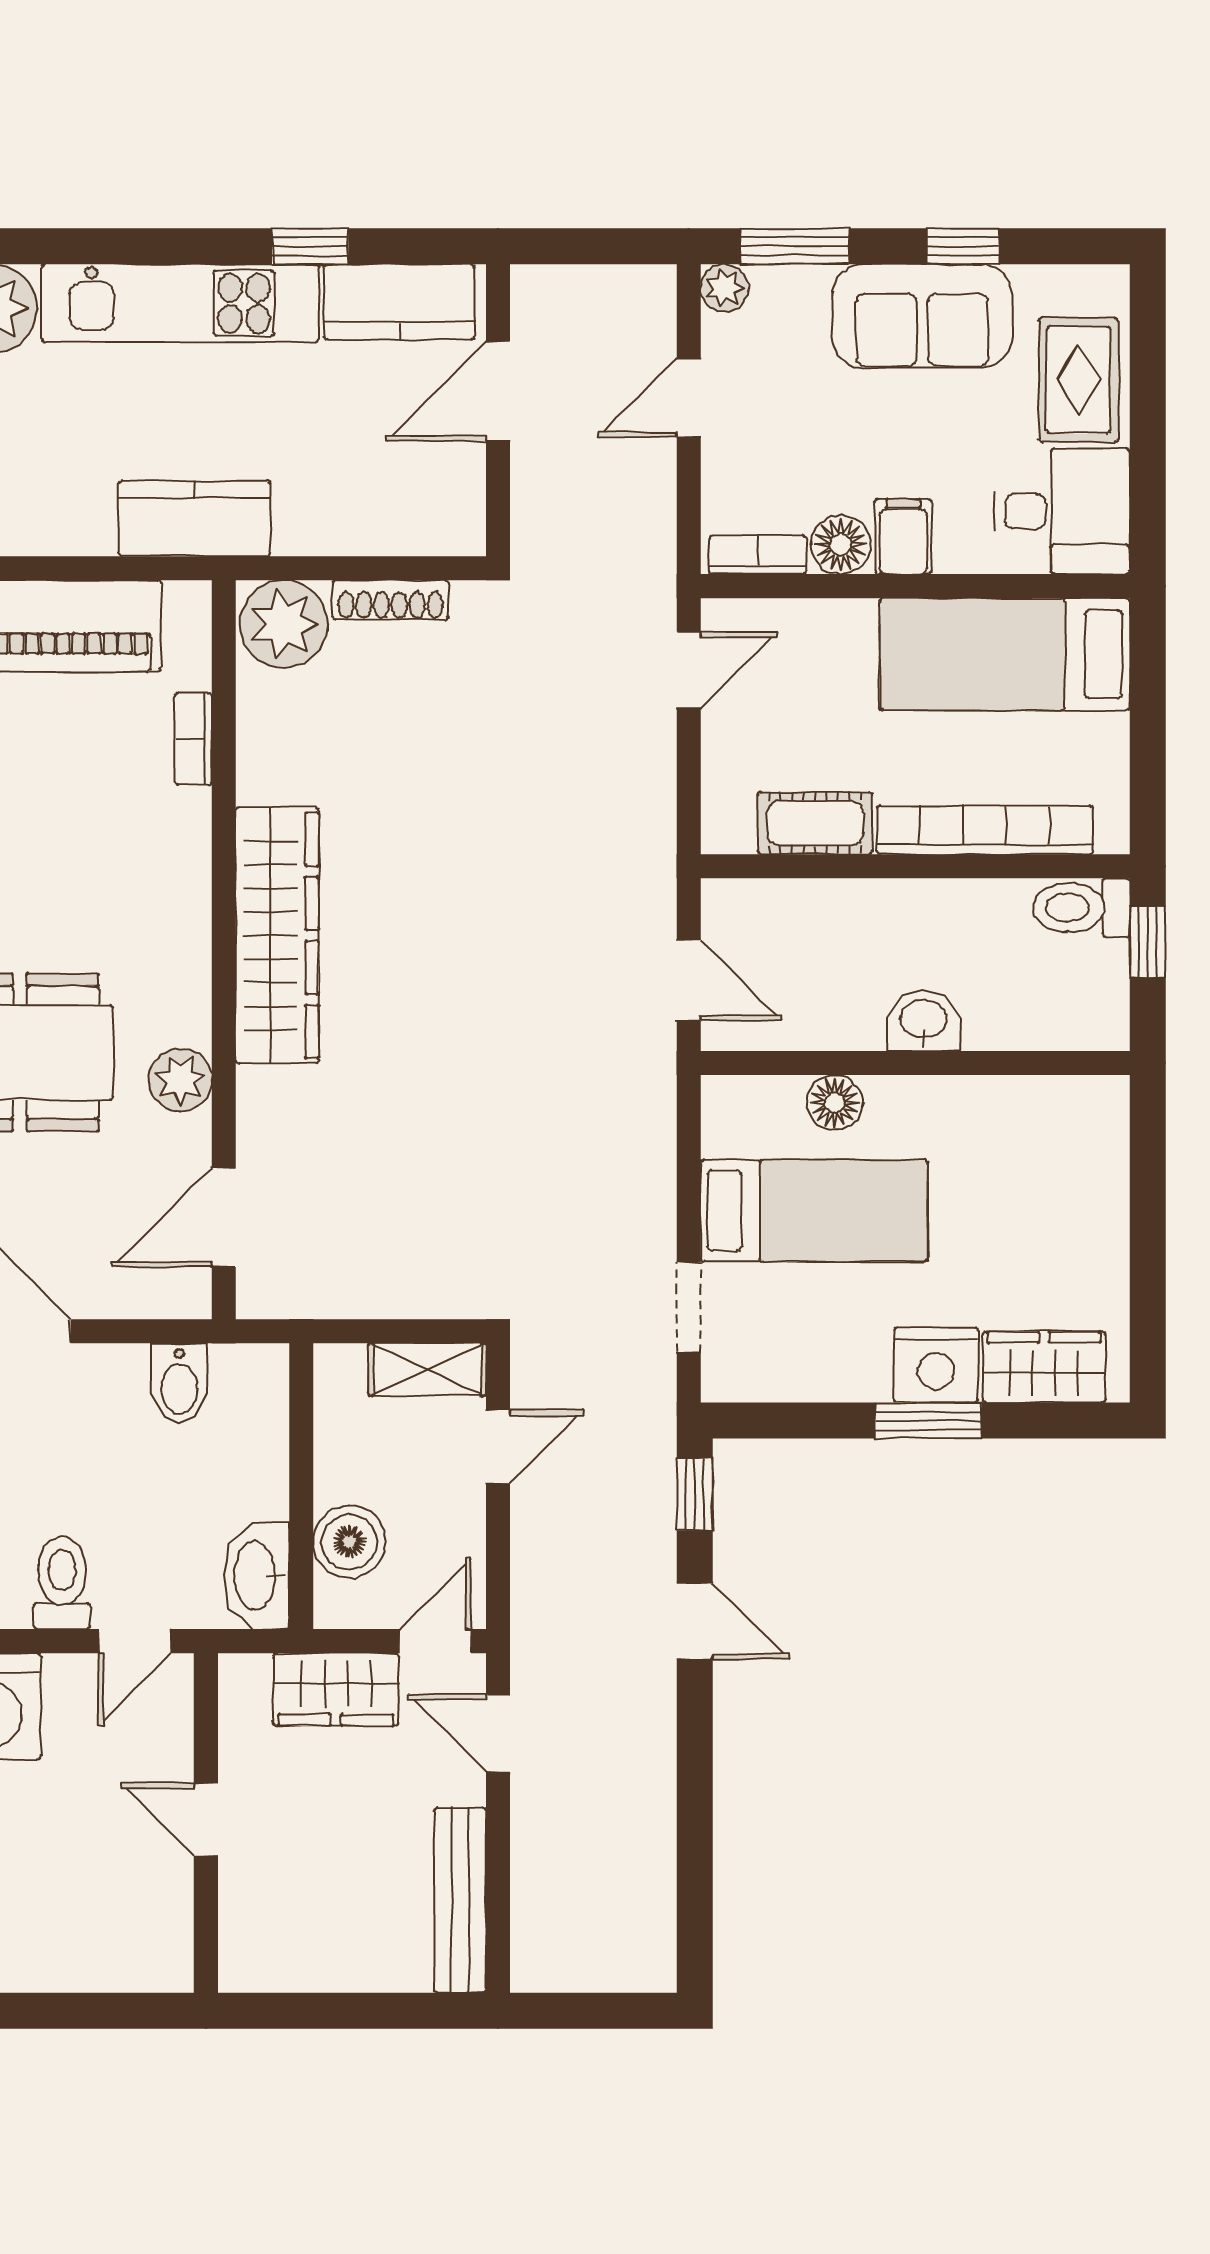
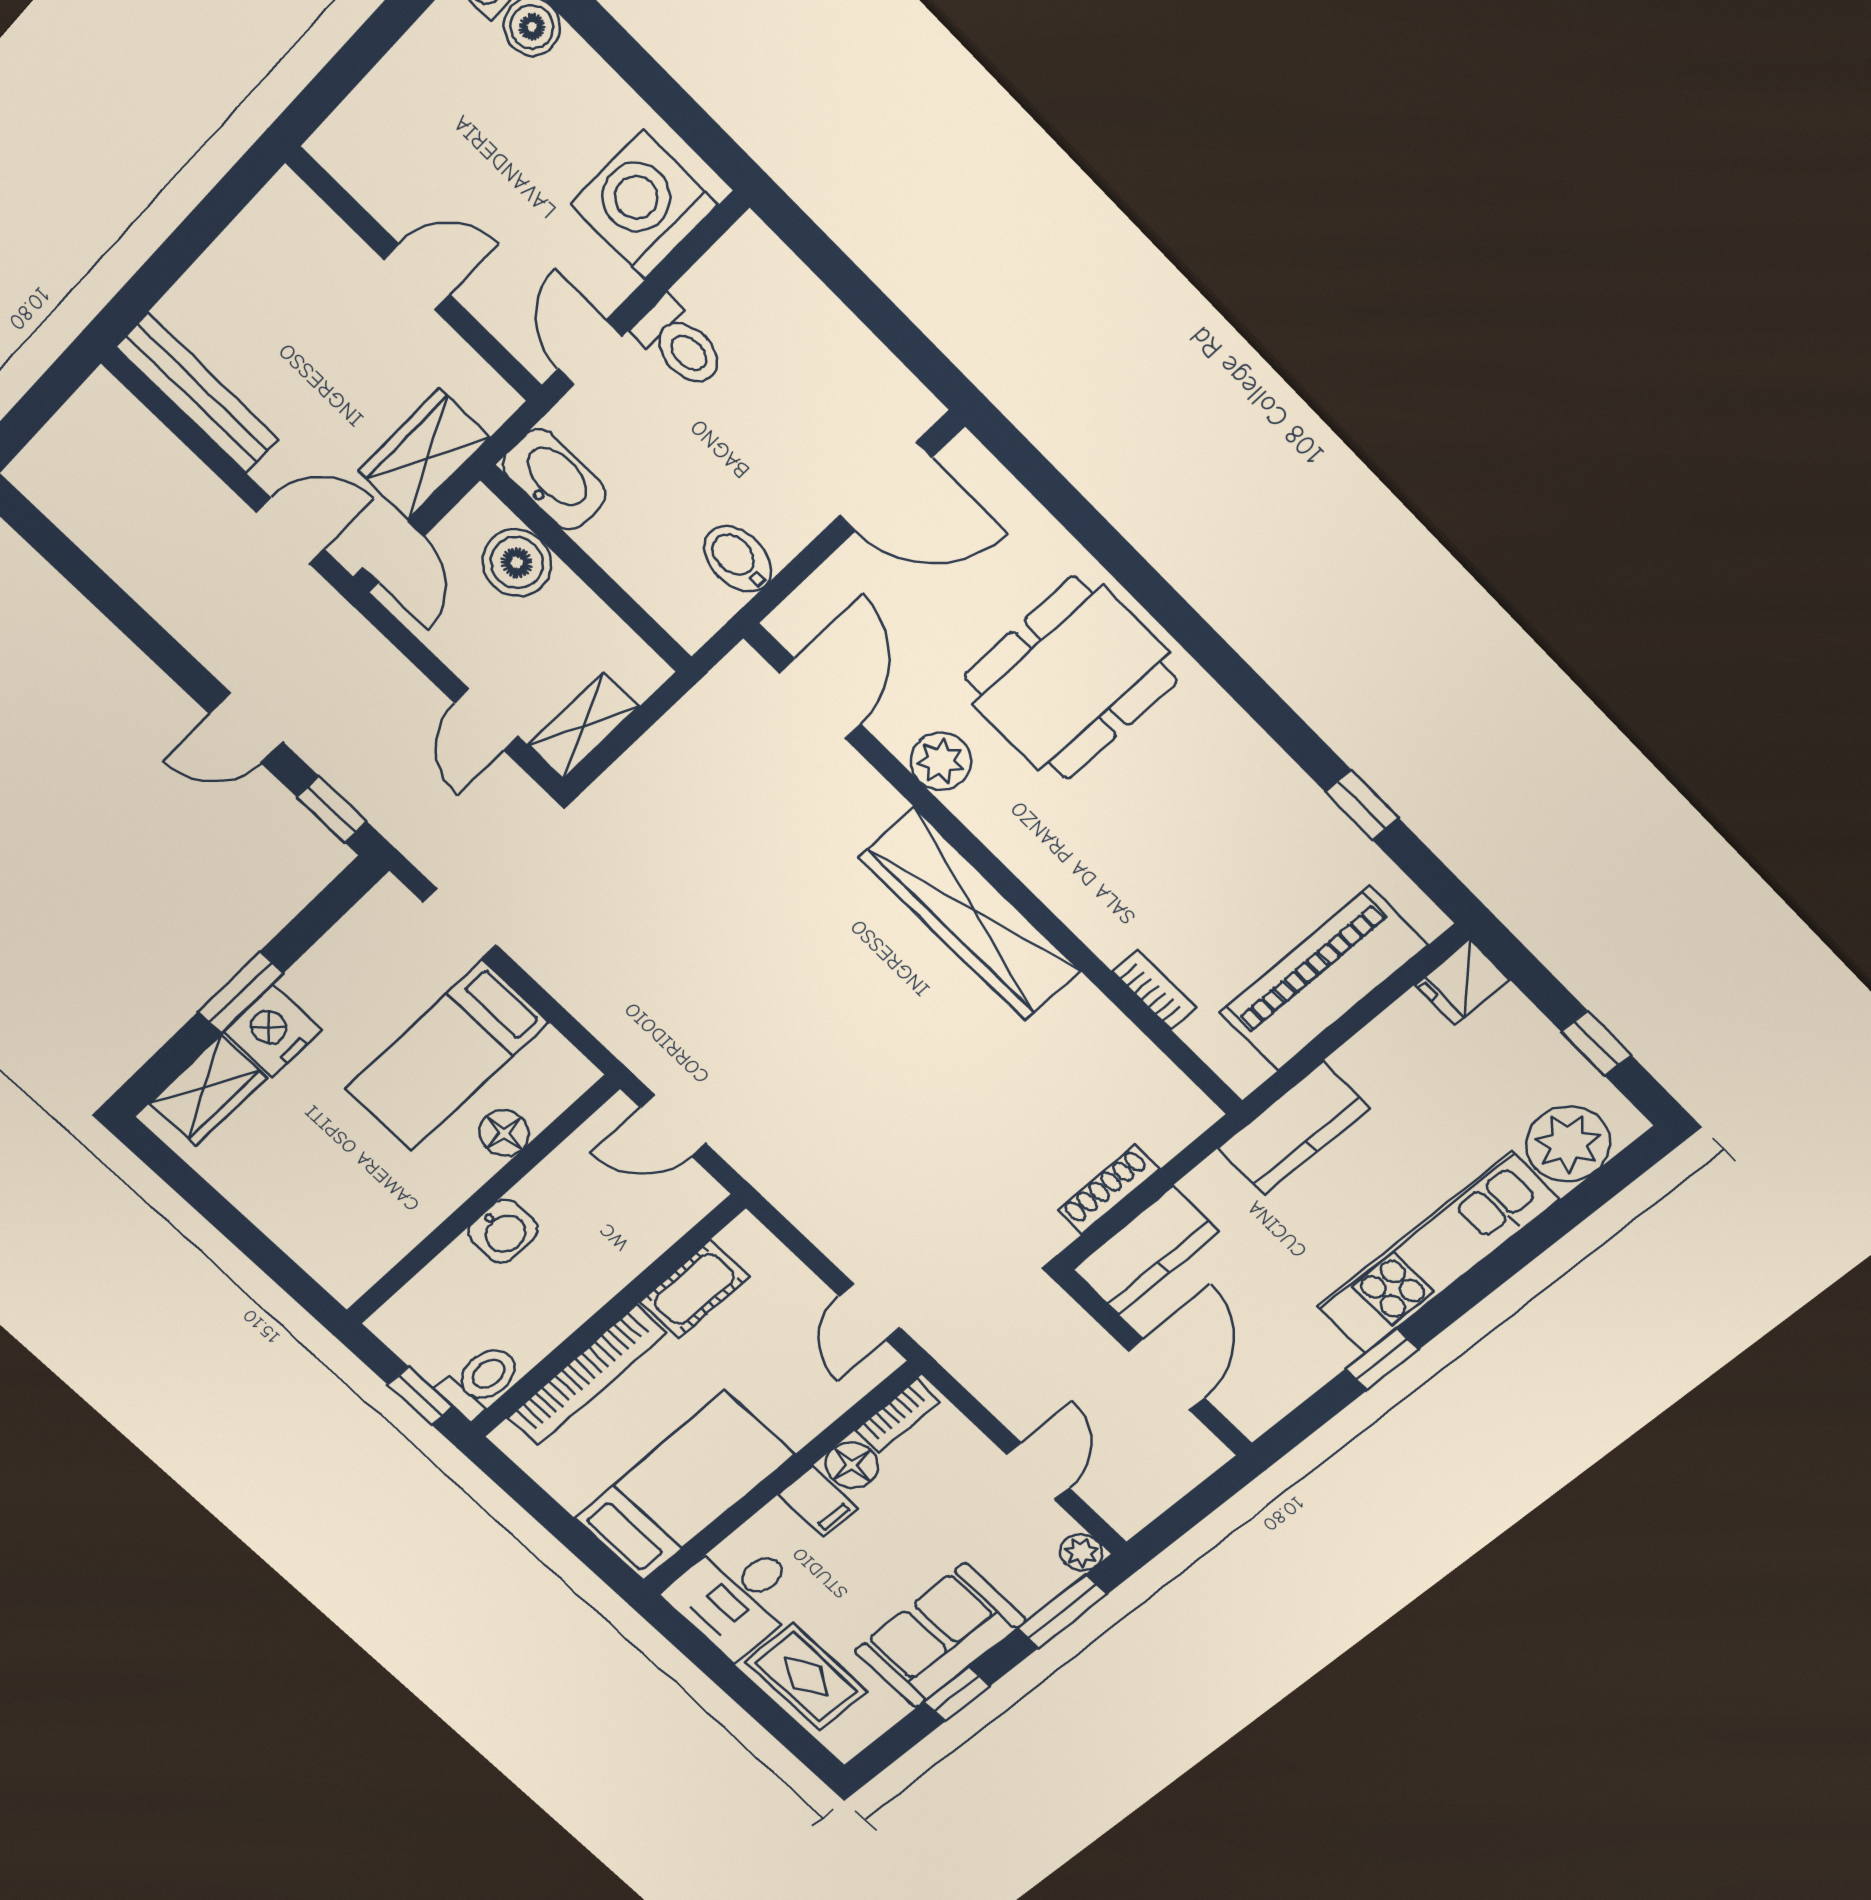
kitchen counter: (399, 302) -> (1146, 1250), moved, turned 180
plant: (284, 624) -> (1165, 1114), removed

